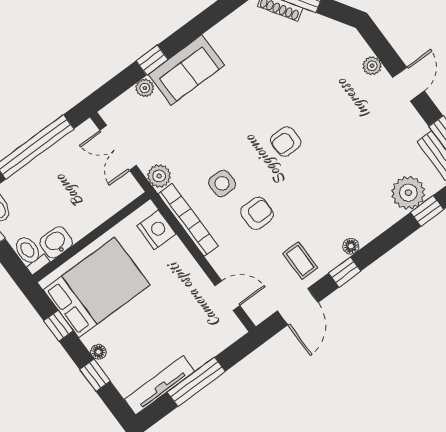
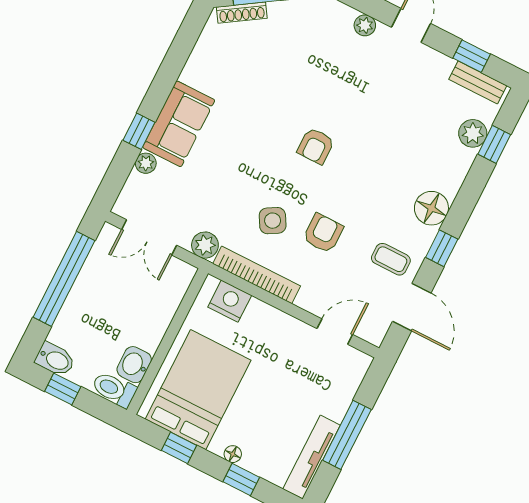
side table: (222, 183) -> (273, 221), turned -30
plant: (408, 193) -> (473, 133), width x0.73, depth x0.73
floor lamp: (351, 246) -> (431, 208), width x1.89, depth x1.89

